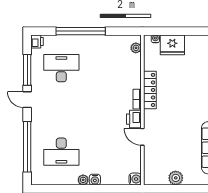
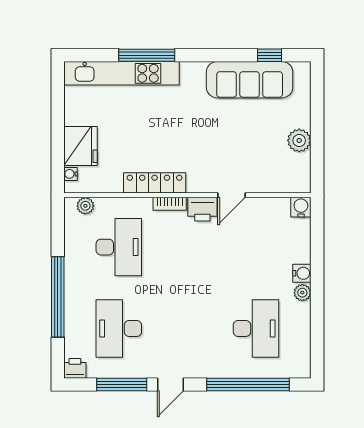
desk: (111, 68) -> (119, 247), added

